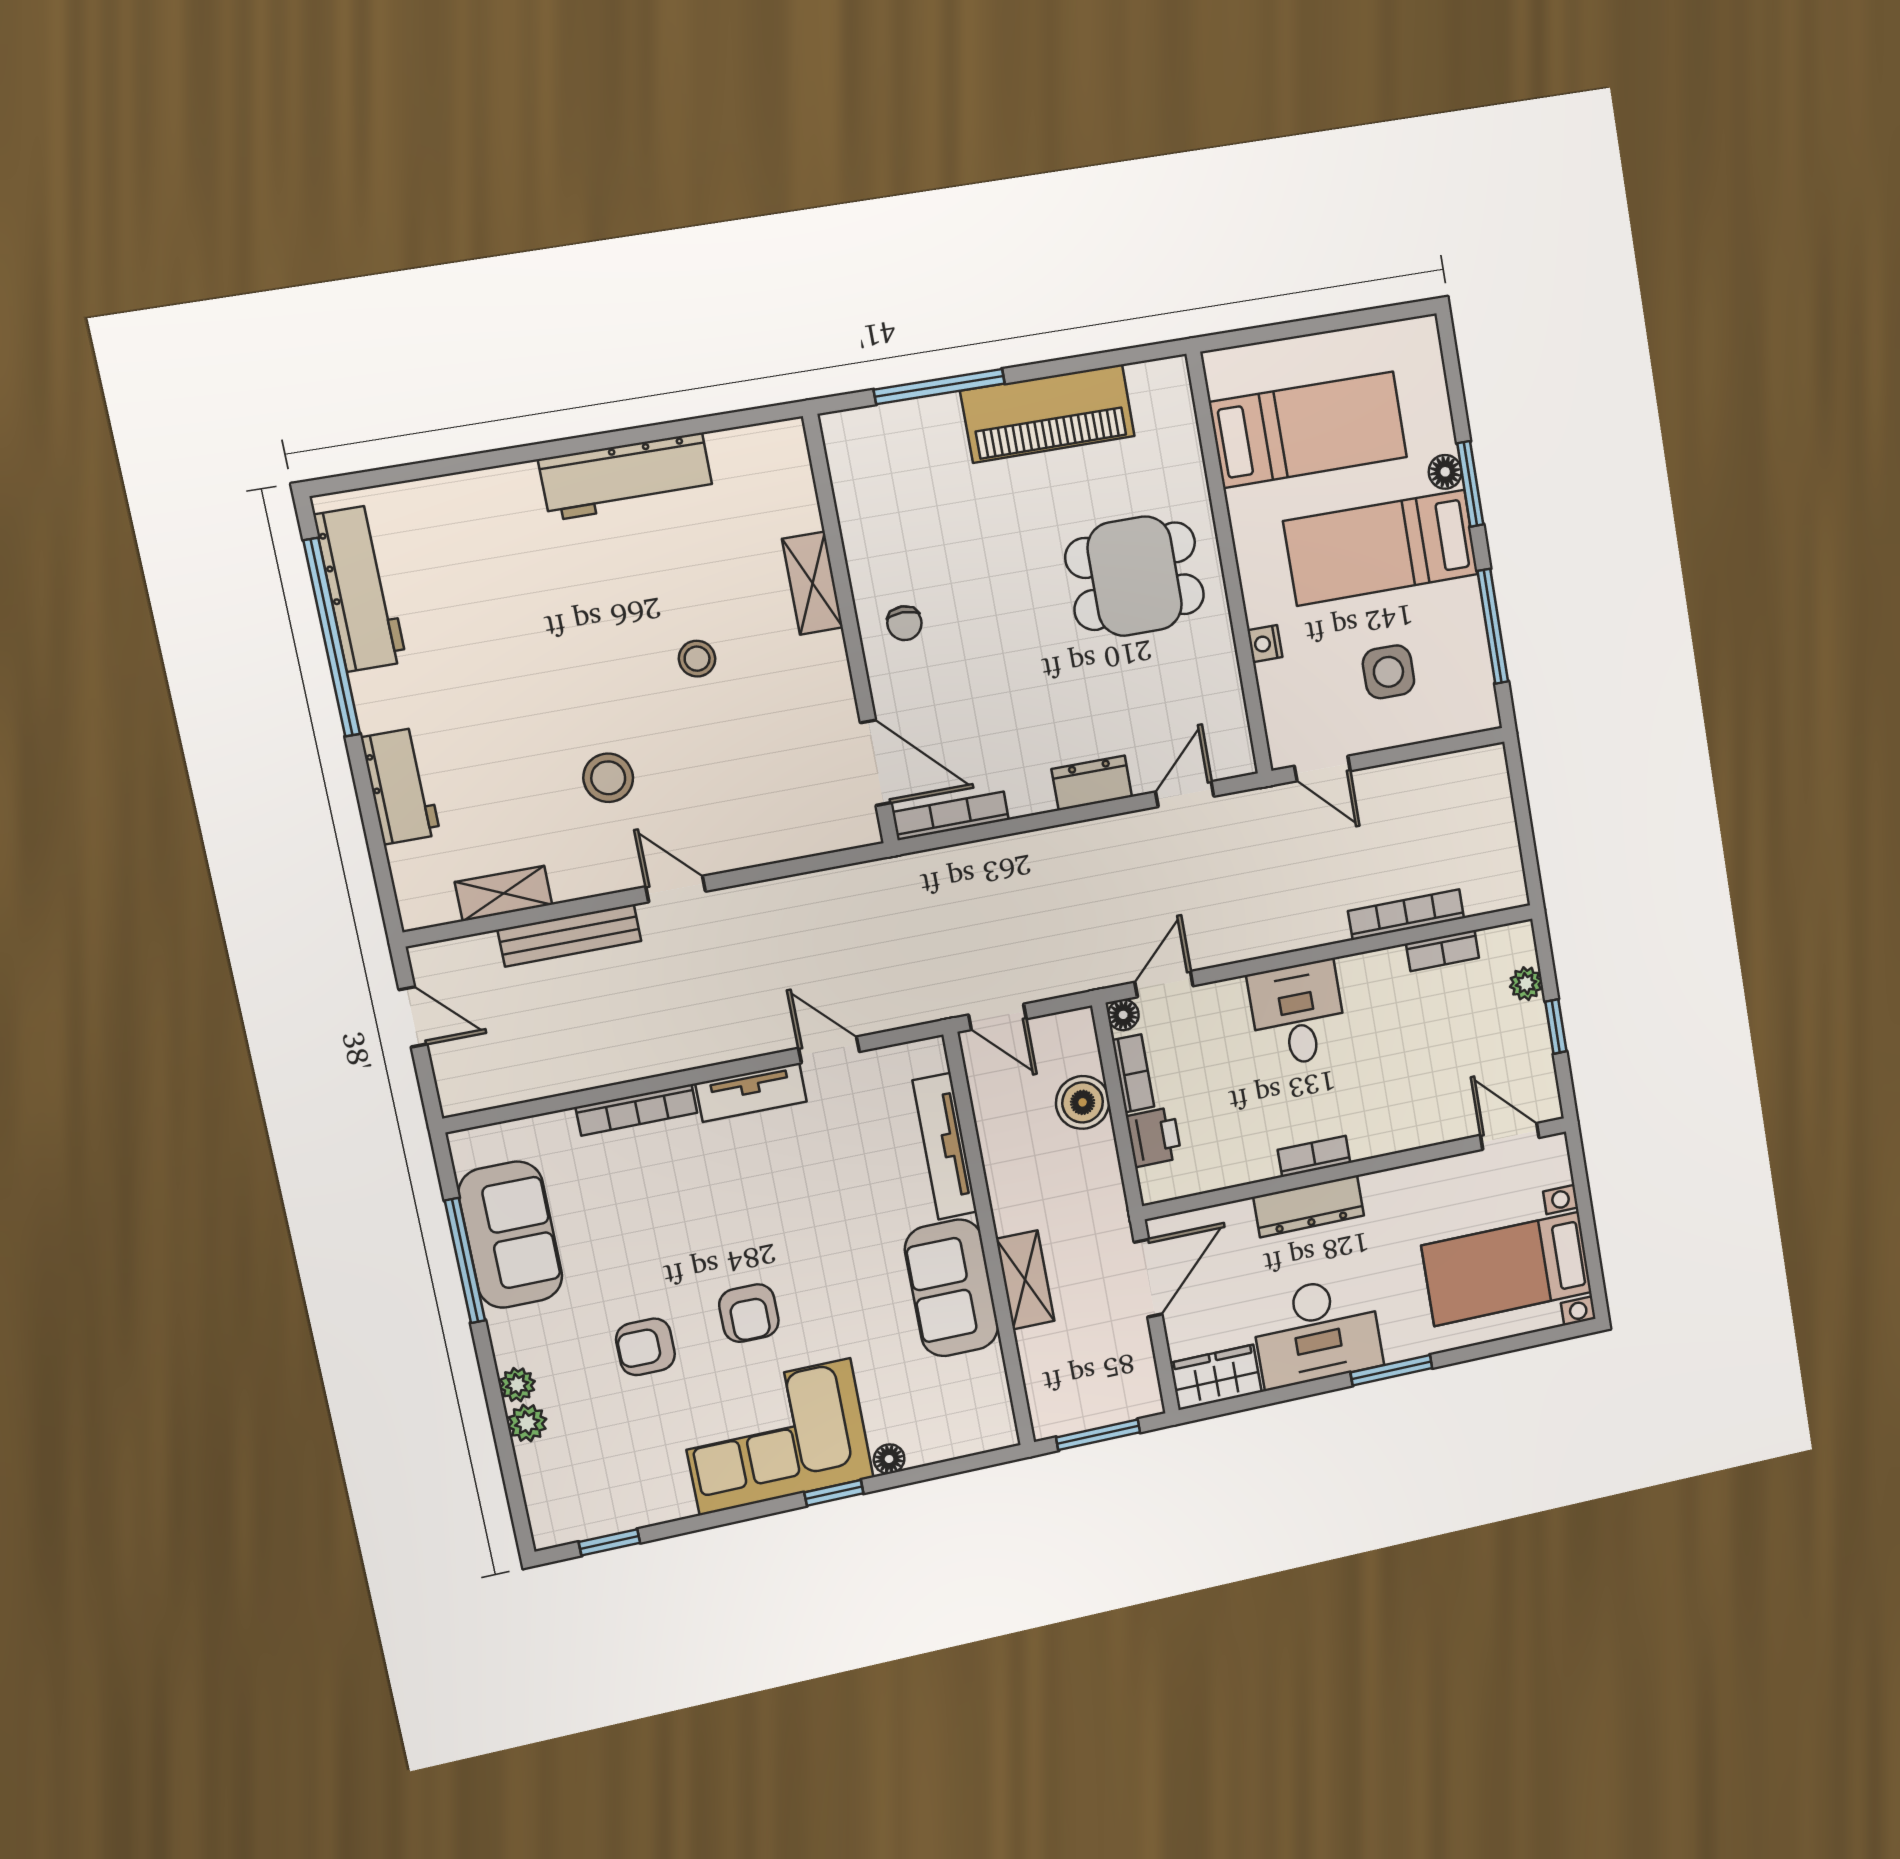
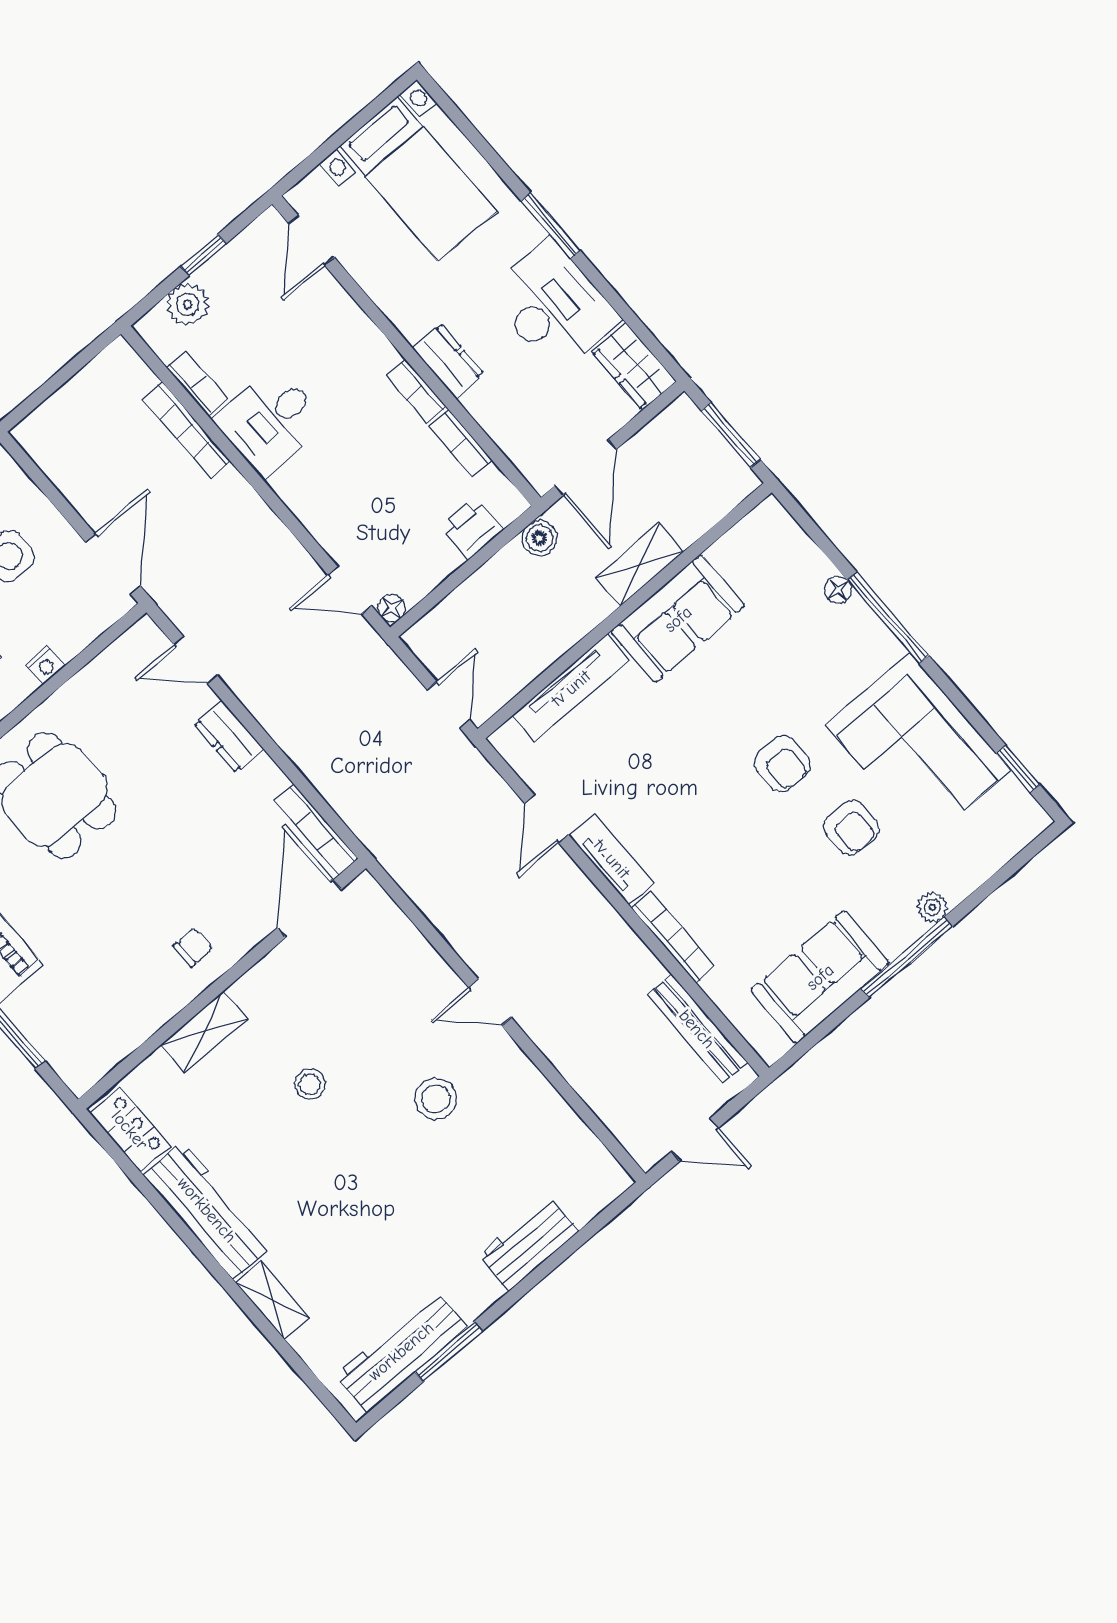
locker: (756, 448) -> (130, 1130), added
window: (332, 637) -> (449, 1351), width x0.47
door: (1322, 768) -> (113, 564), width x1.38
door: (676, 889) -> (490, 1002), hinge flipped
shelving: (503, 893) -> (273, 1300), moved
bench: (570, 935) -> (697, 1029), moved
plant: (1526, 984) -> (188, 304), width x1.38, depth x1.38
desk: (1298, 1014) -> (270, 421), moved
door: (413, 1017) -> (695, 1140), swing flipped
bookcase: (1133, 1073) -> (460, 443), moved, turned -90
boiler: (1083, 1102) -> (540, 538), moved, width x0.73, depth x0.73
dresser: (1309, 1206) -> (448, 361), width x0.70
window: (465, 1261) -> (907, 957), moved
door: (1148, 1278) -> (585, 468), swing flipped
armchair: (749, 1313) -> (782, 764), turned 90
plant: (527, 1423) -> (958, 883), removed
corner sofa: (775, 1437) -> (918, 747), moved
window: (834, 1493) -> (888, 618), width x2.17

